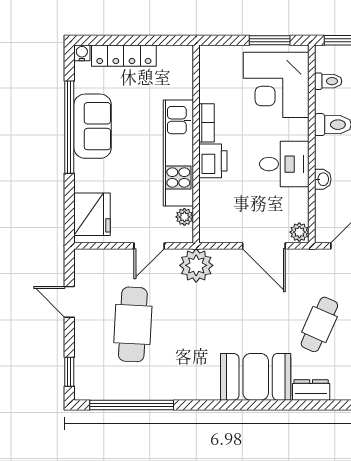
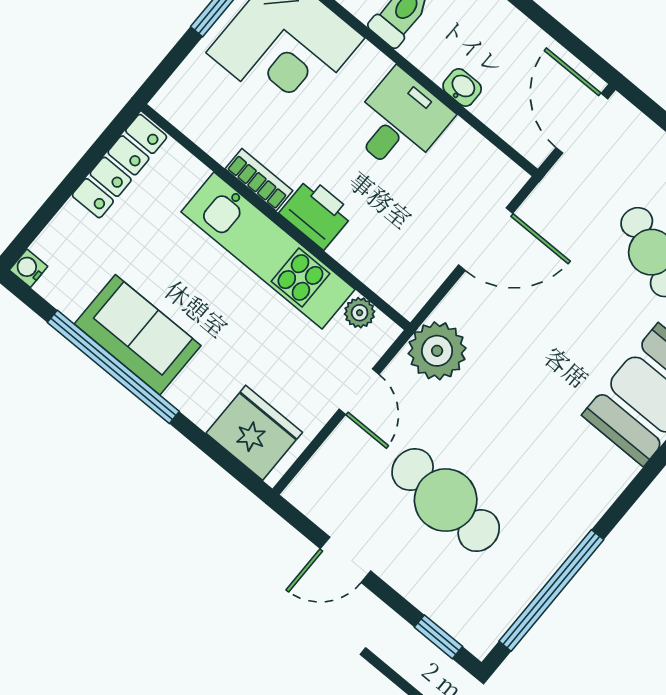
locker: (124, 56) -> (120, 166), moved
plant: (299, 232) -> (507, 177), removed

